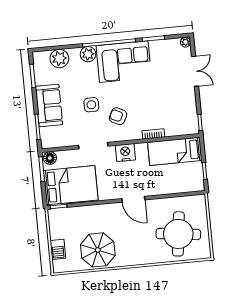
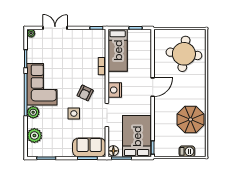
sofa: (49, 105) -> (89, 147), moved

